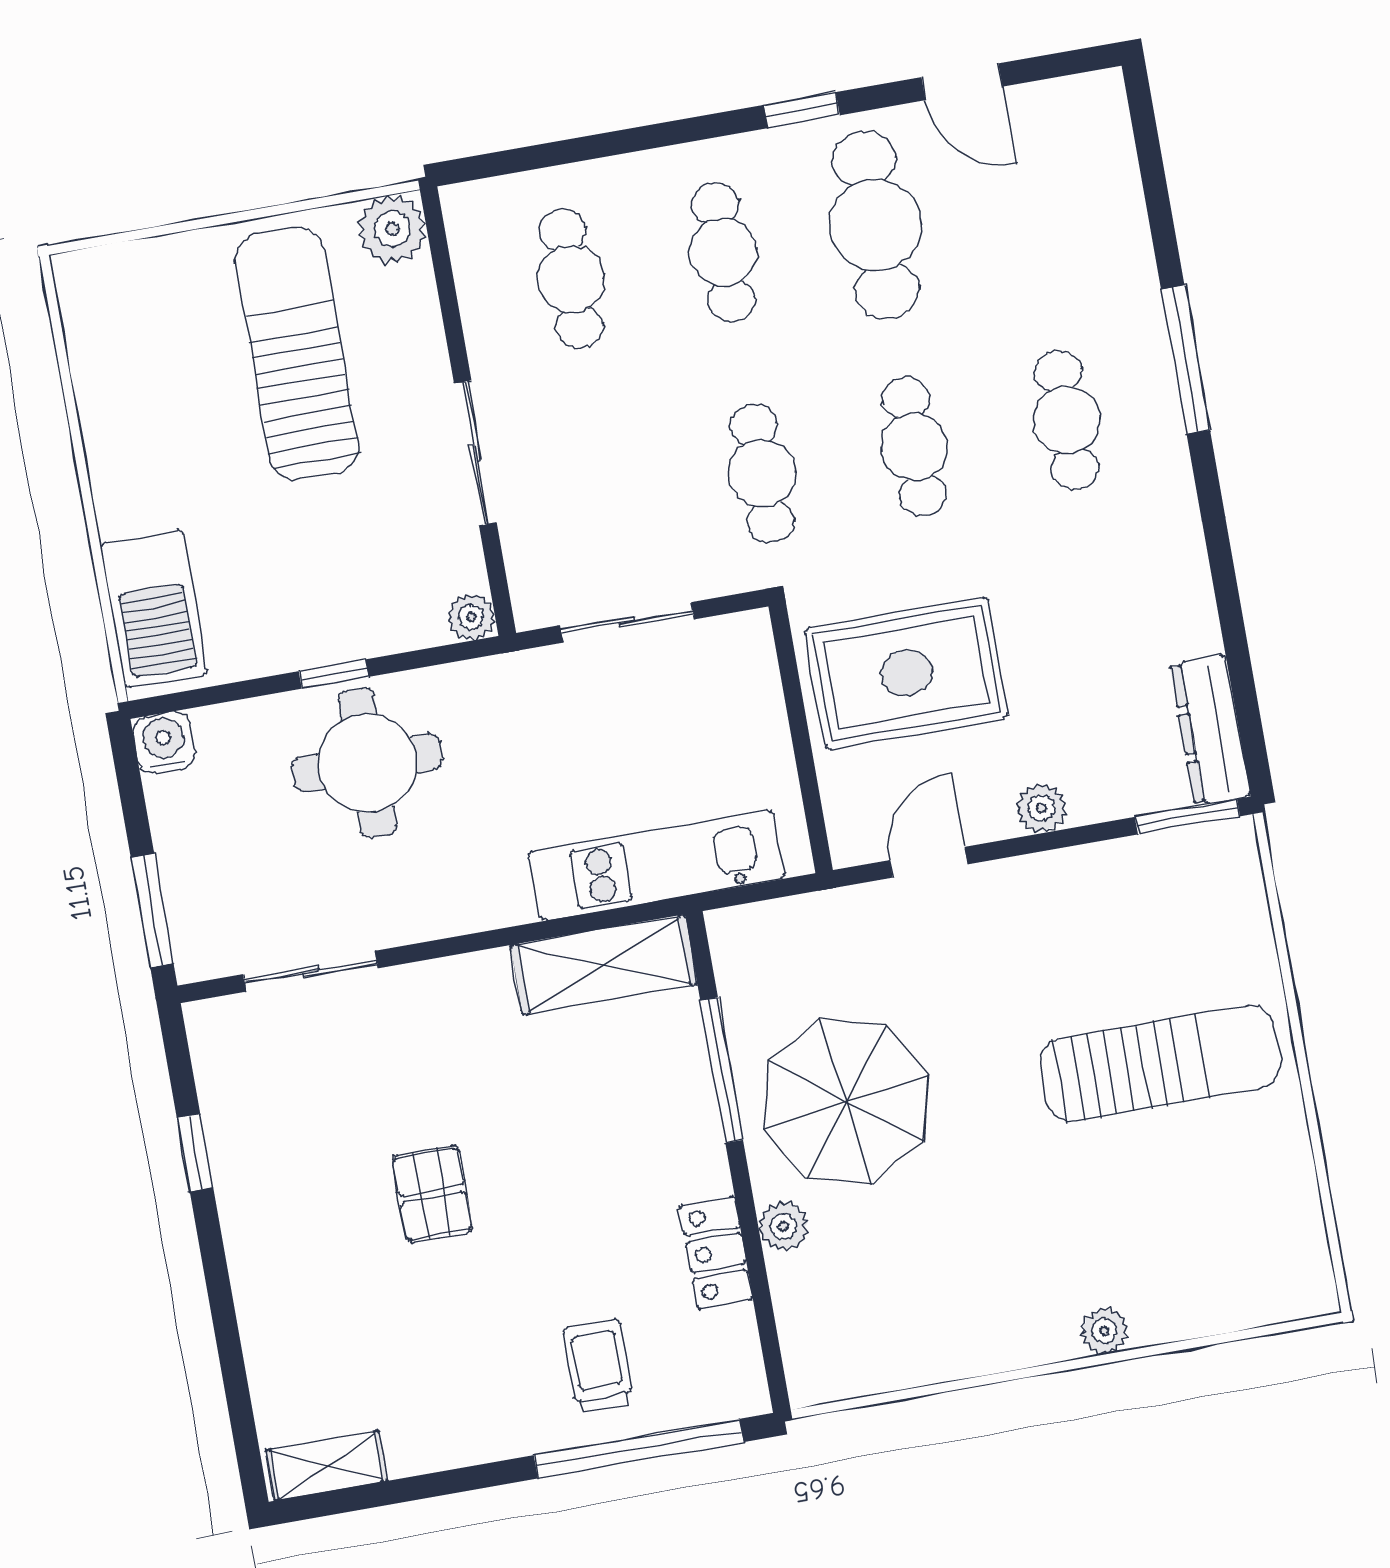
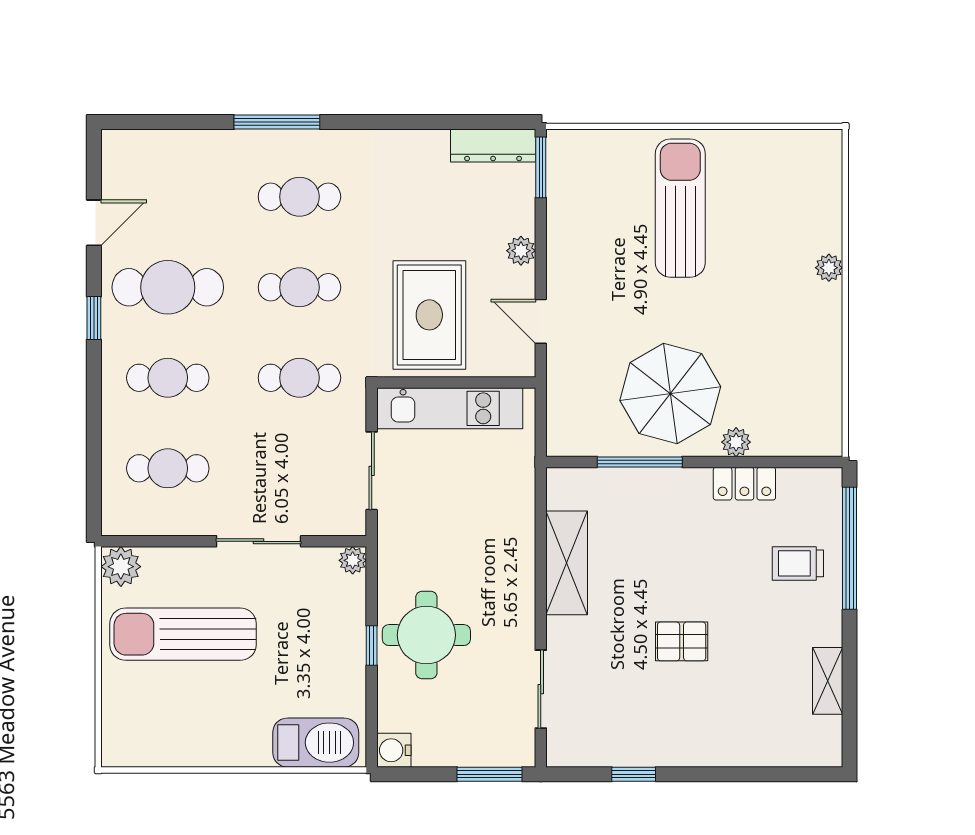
kitchen unit: (657, 866) -> (450, 408), moved, turned -90
shelving: (604, 964) -> (567, 563), moved
shelving: (327, 1466) -> (828, 681), moved

